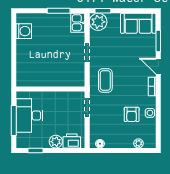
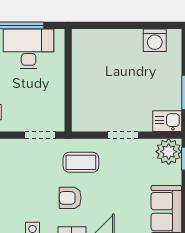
armchair: (132, 114) -> (70, 198), moved

